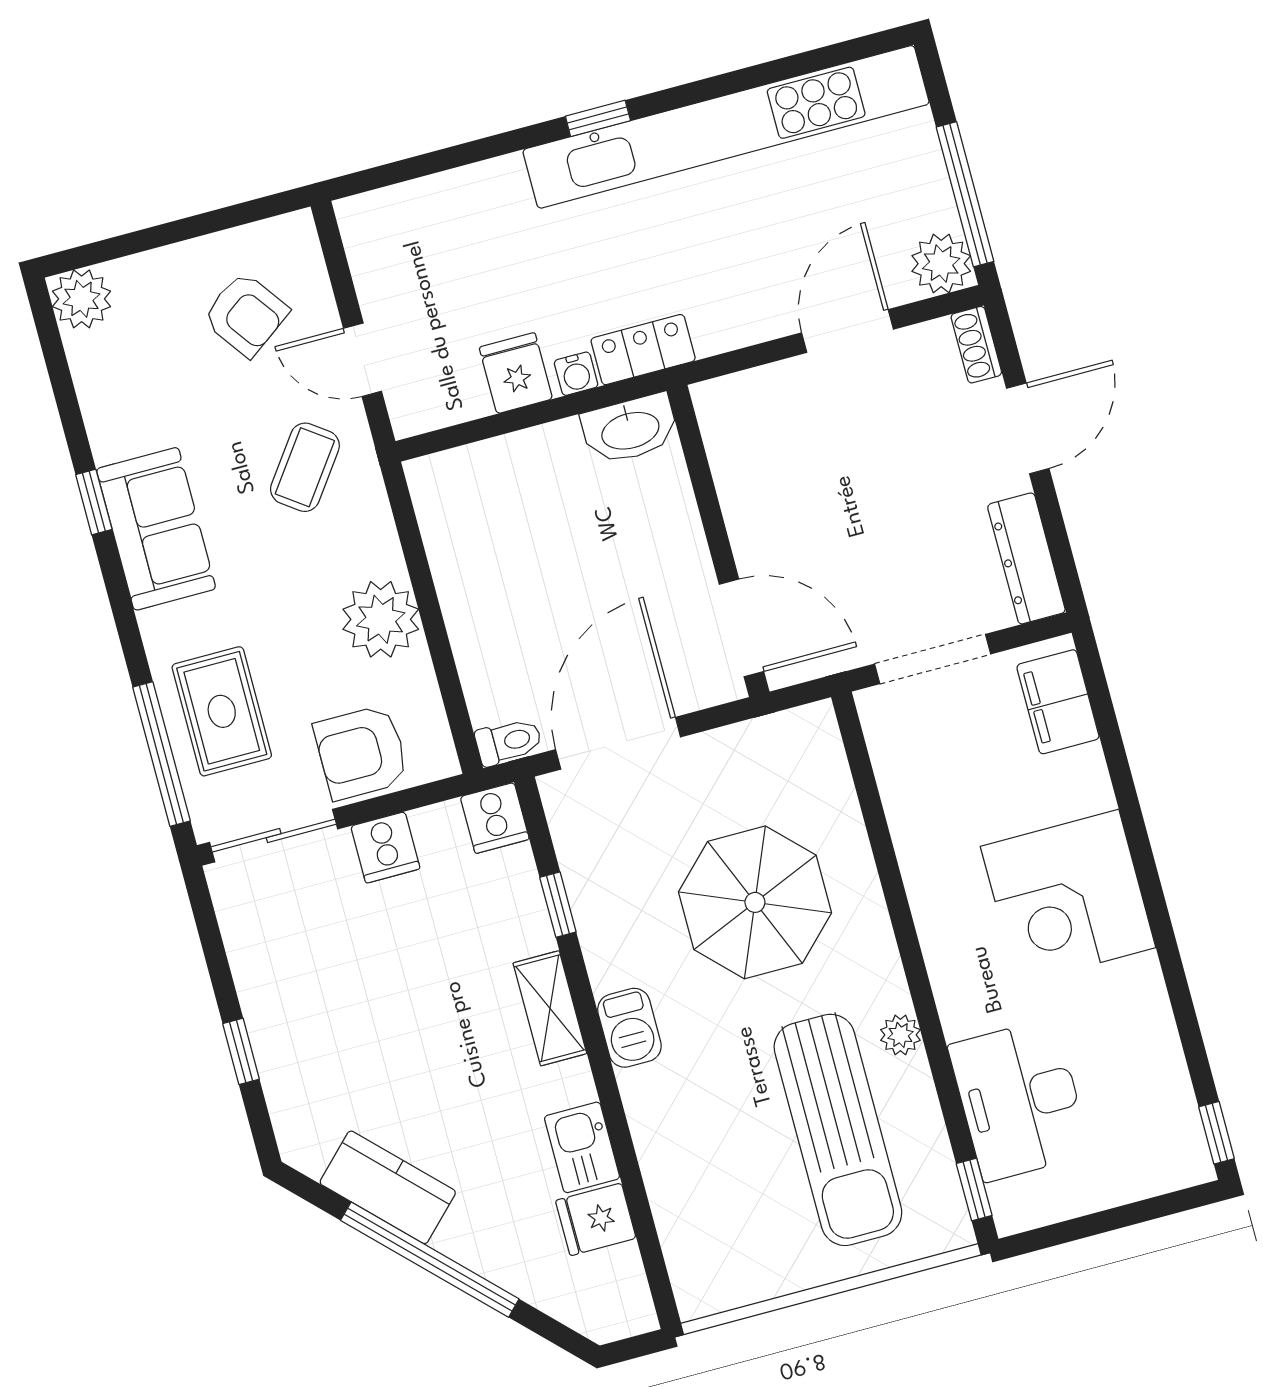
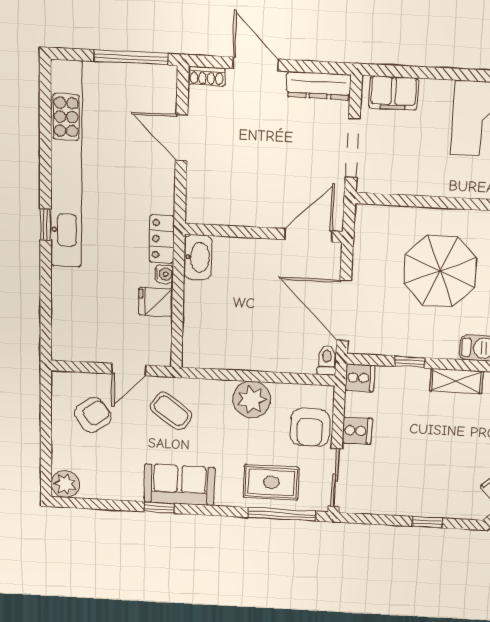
plant: (941, 264) -> (162, 81), removed

